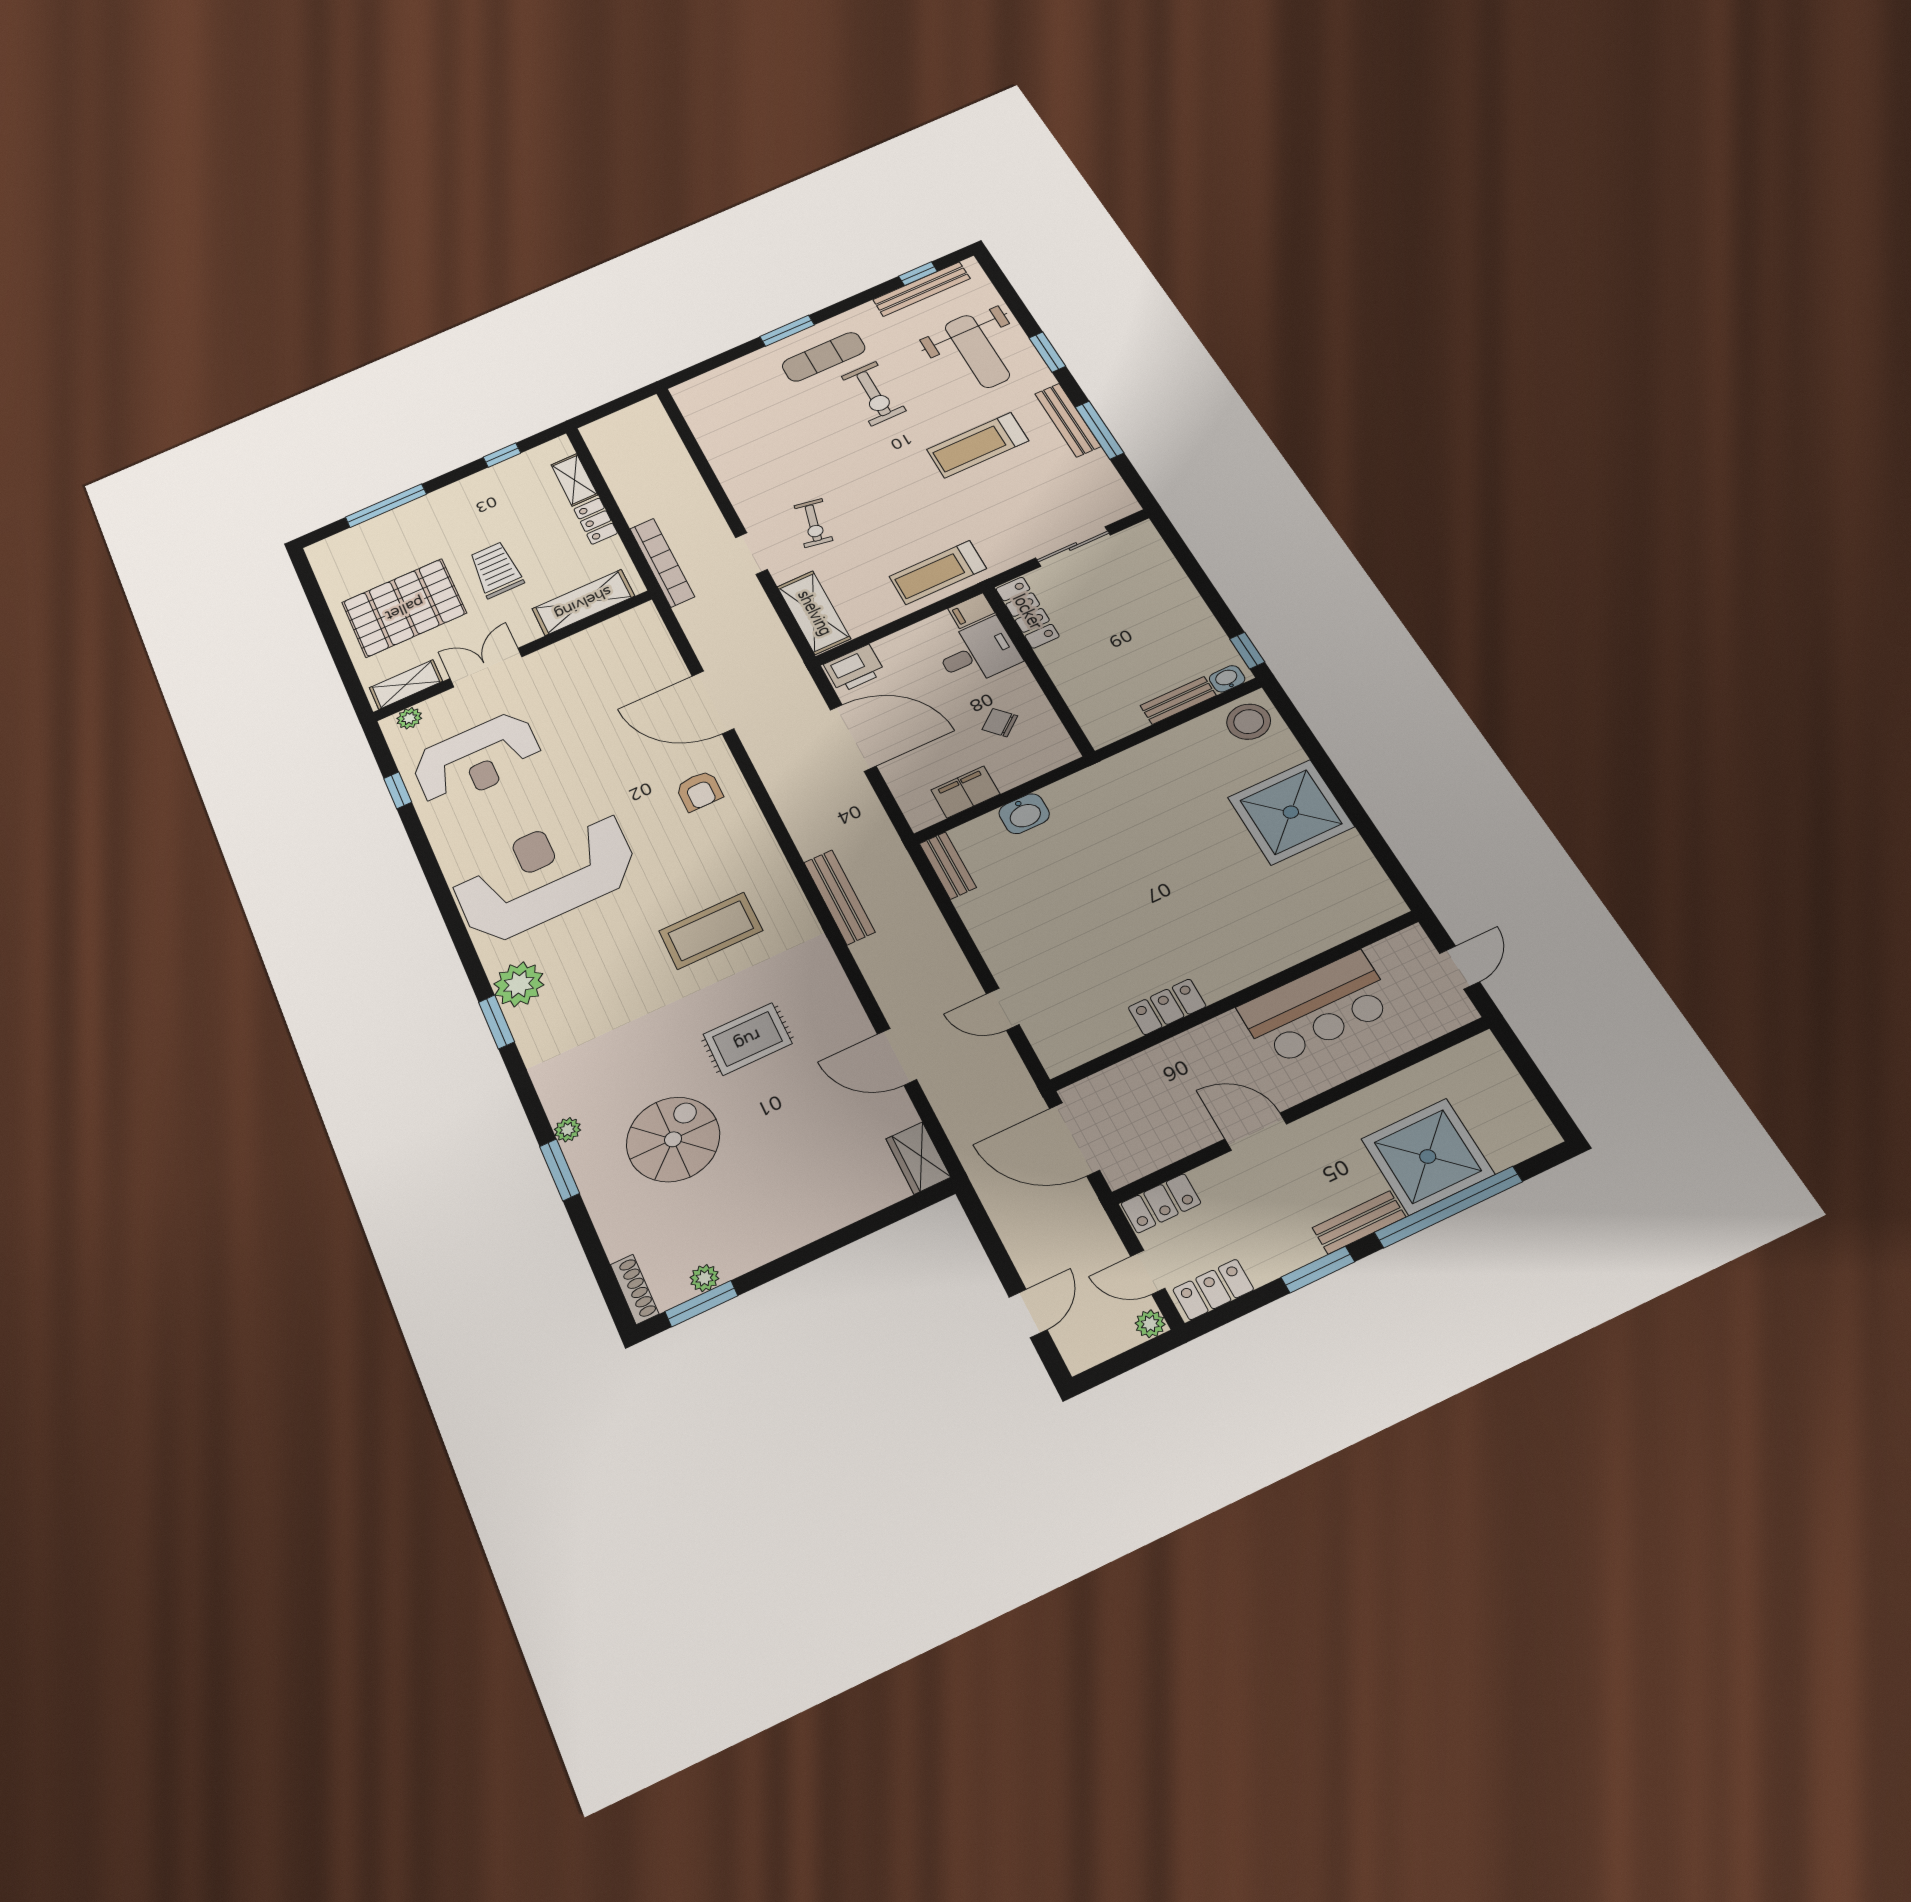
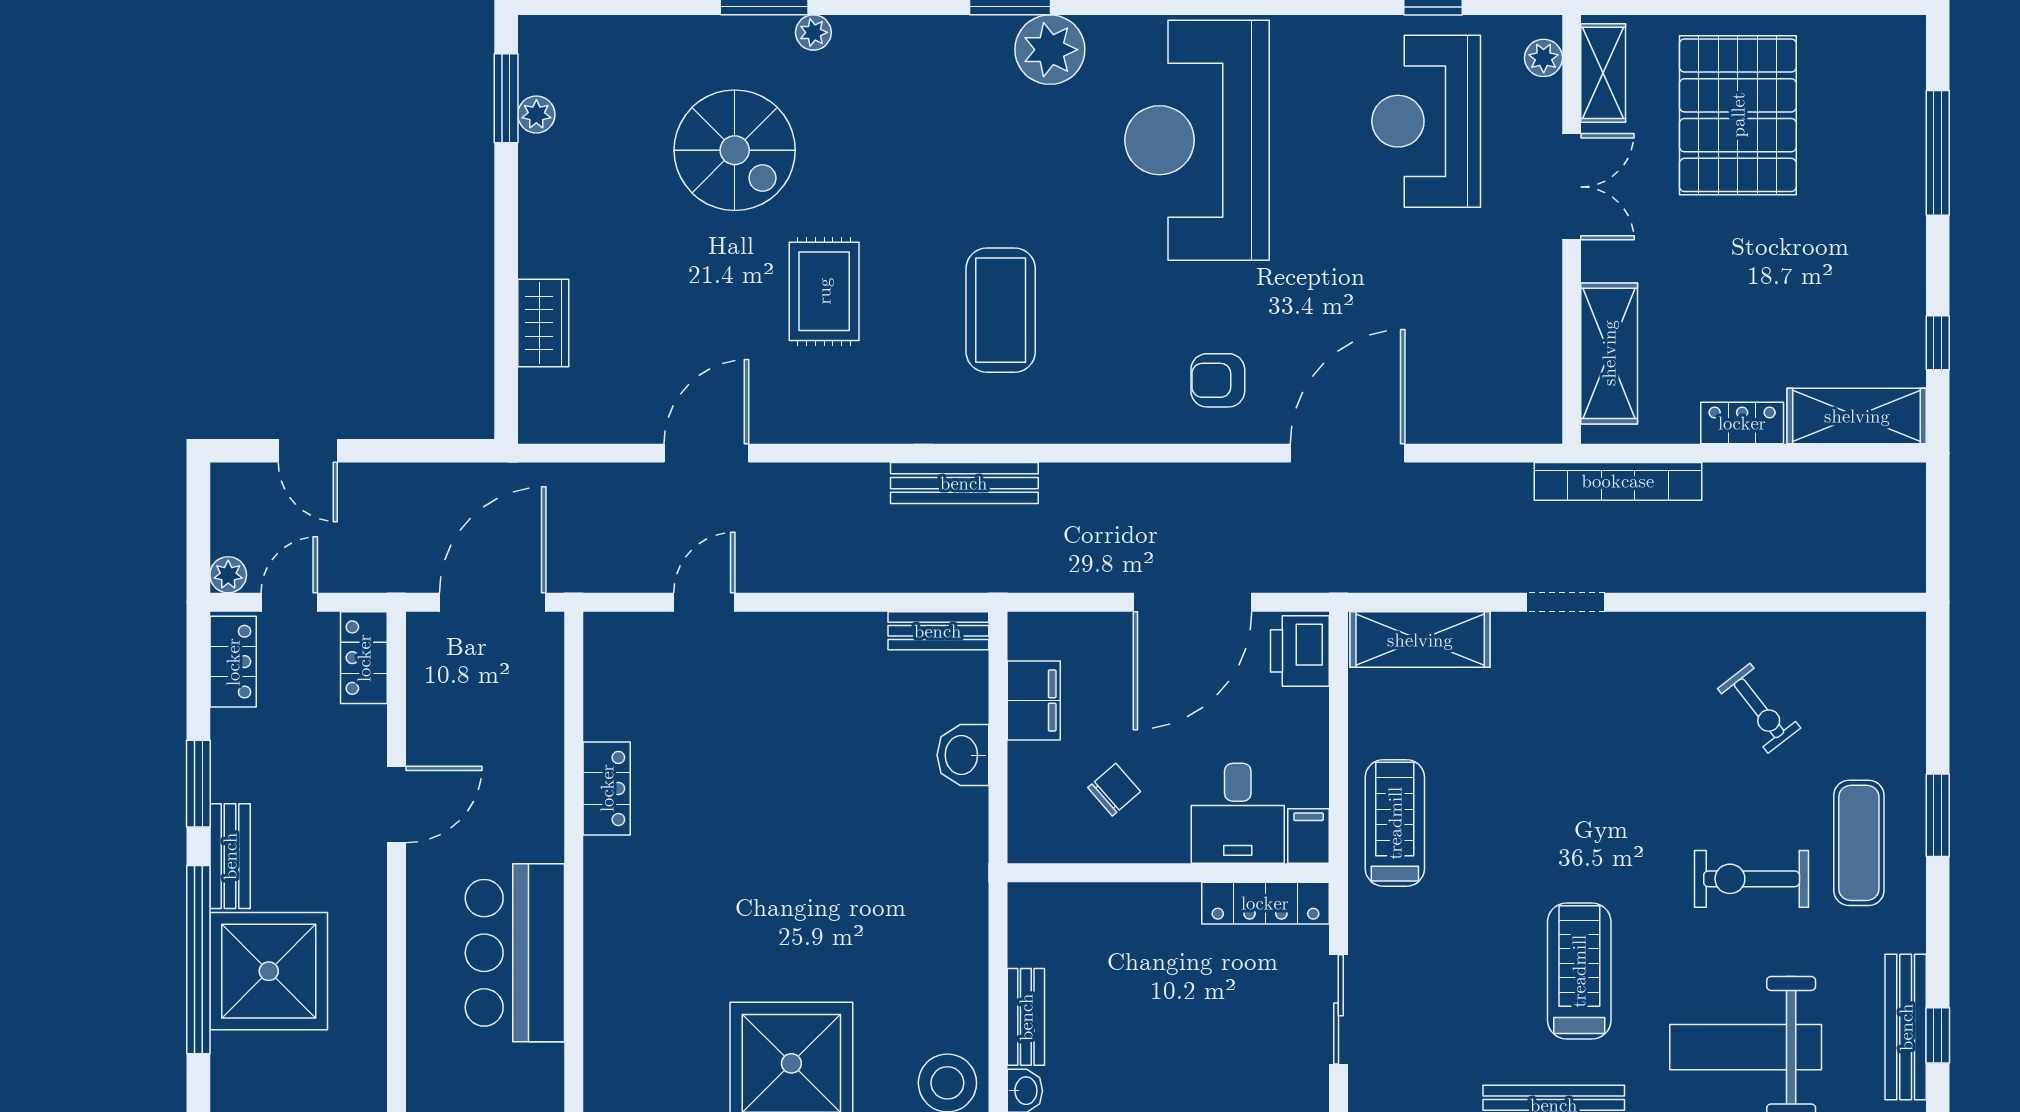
shelving: (574, 480) -> (1857, 416), width x1.50, depth x1.33
exercise bike: (813, 523) -> (1759, 708), moved, turned -140
trolley: (496, 570) -> (1734, 260), removed
reception desk: (544, 874) -> (1197, 140), turned 180
wardrobe: (918, 1158) -> (543, 323), moved, turned 90
shoe rack: (635, 1289) -> (563, 30), removed

